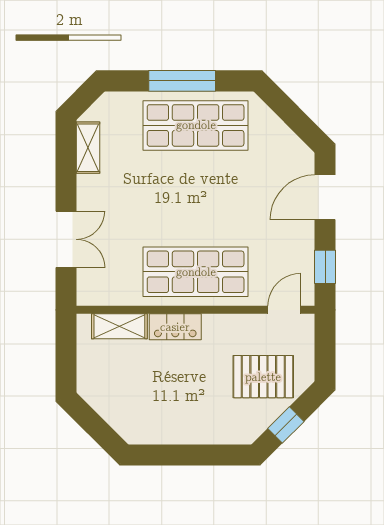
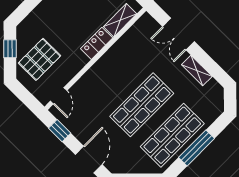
shelving: (88, 148) -> (197, 70), moved
shop shelf: (196, 272) -> (142, 105), moved

